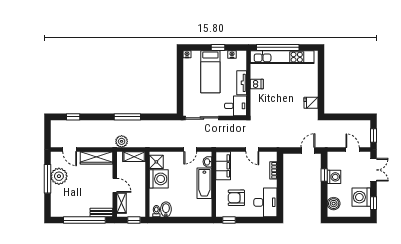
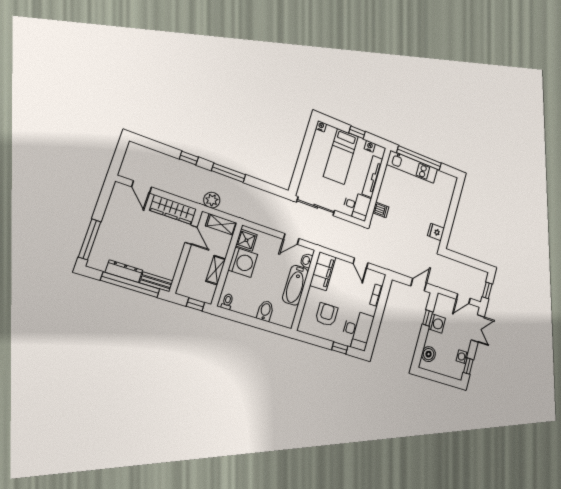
kitchen unit: (282, 57) -> (412, 167), width x0.73
tv unit: (242, 83) -> (372, 177), width x1.41
dishwasher: (257, 84) -> (381, 210), moved
window: (73, 117) -> (189, 158), moved
door: (353, 150) -> (463, 299), swing flipped
plant: (59, 176) -> (115, 216), removed
window: (47, 179) -> (90, 239), moved
door: (115, 185) -> (191, 235), moved
washing machine: (361, 197) -> (462, 357), width x0.53, depth x0.53
armchair: (236, 198) -> (327, 315), turned 90
shelving: (122, 203) -> (216, 270), moved
bidet: (166, 209) -> (265, 311), moved
dresser: (77, 212) -> (124, 271), added
window: (229, 220) -> (340, 348), moved

